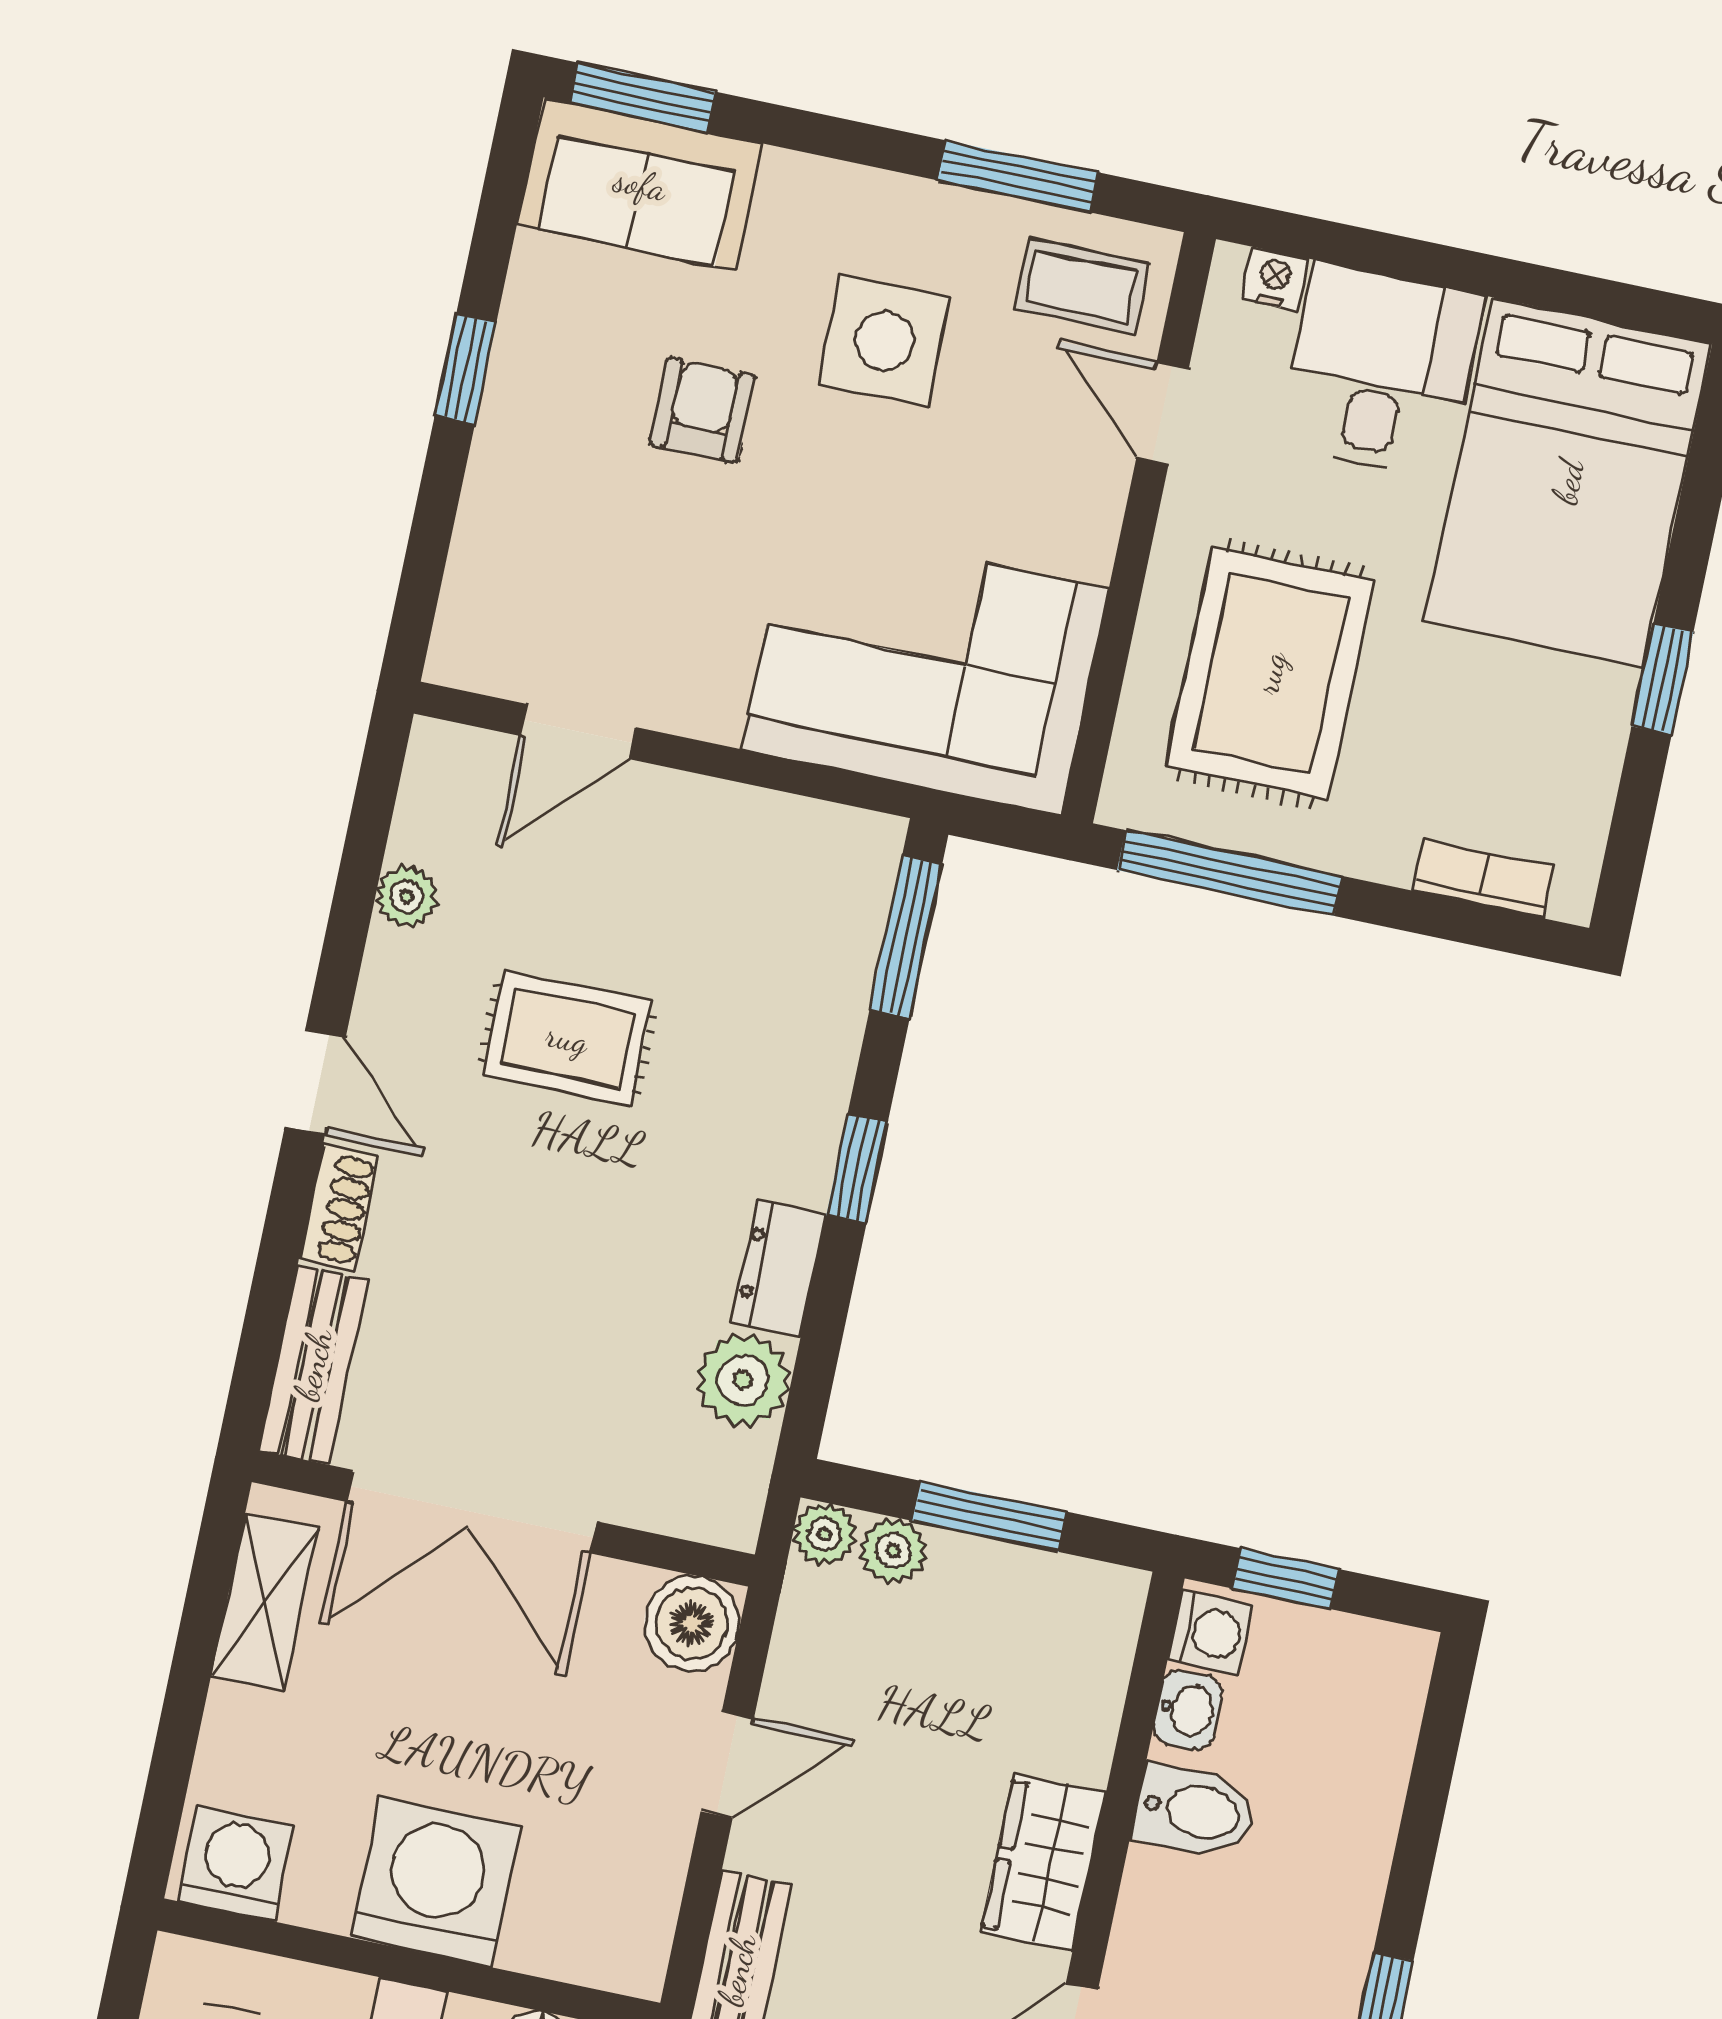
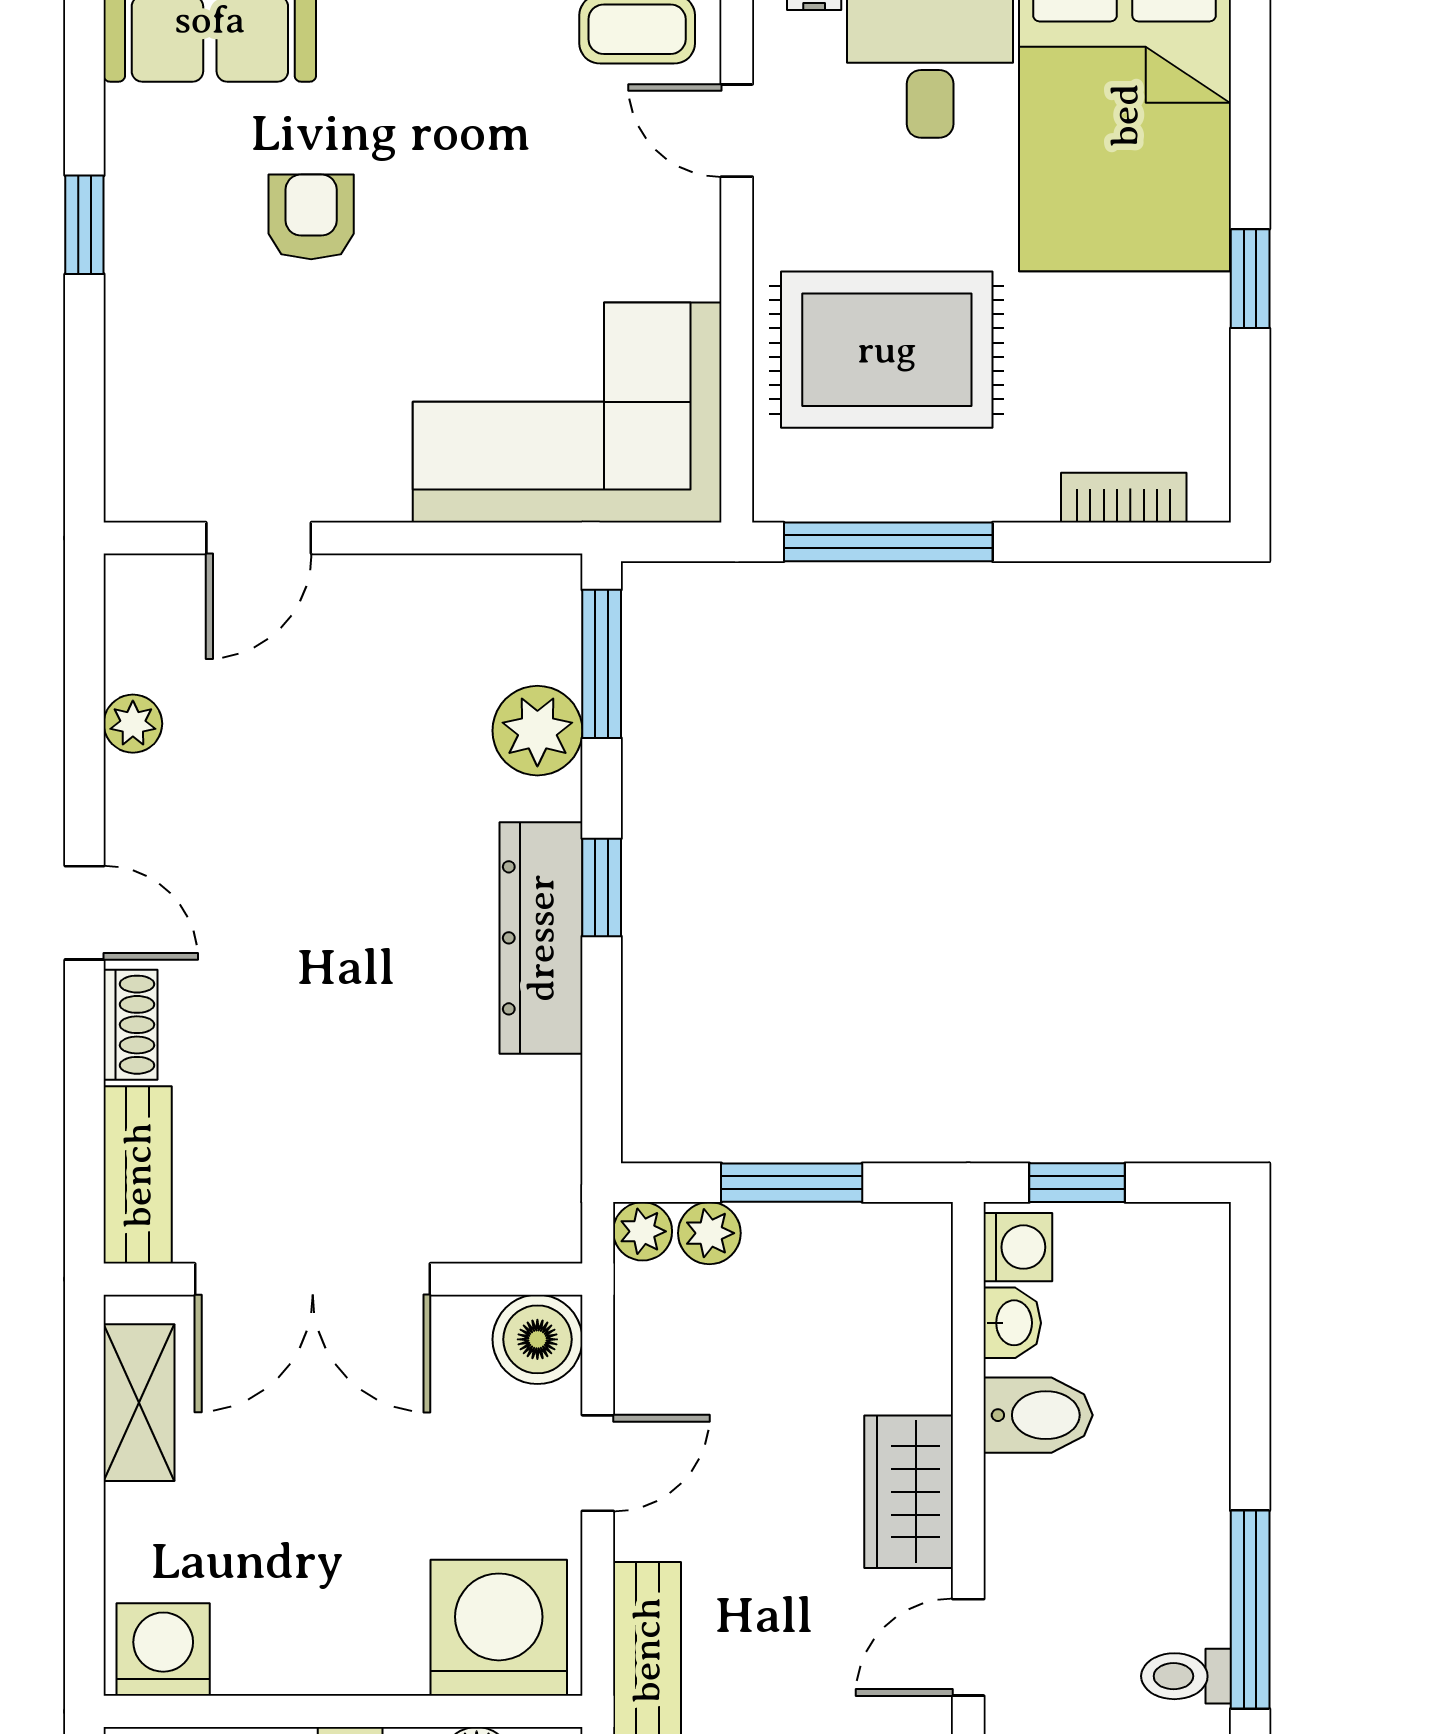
side table: (885, 341) -> (466, 118), removed
rug: (1270, 673) -> (887, 350), turned 90
rug: (567, 1038) -> (309, 823), removed
dresser: (779, 1269) -> (541, 938), width x1.96, depth x1.24
plant: (743, 1380) -> (537, 731), moved
washing machine: (436, 1882) -> (499, 1628), moved

